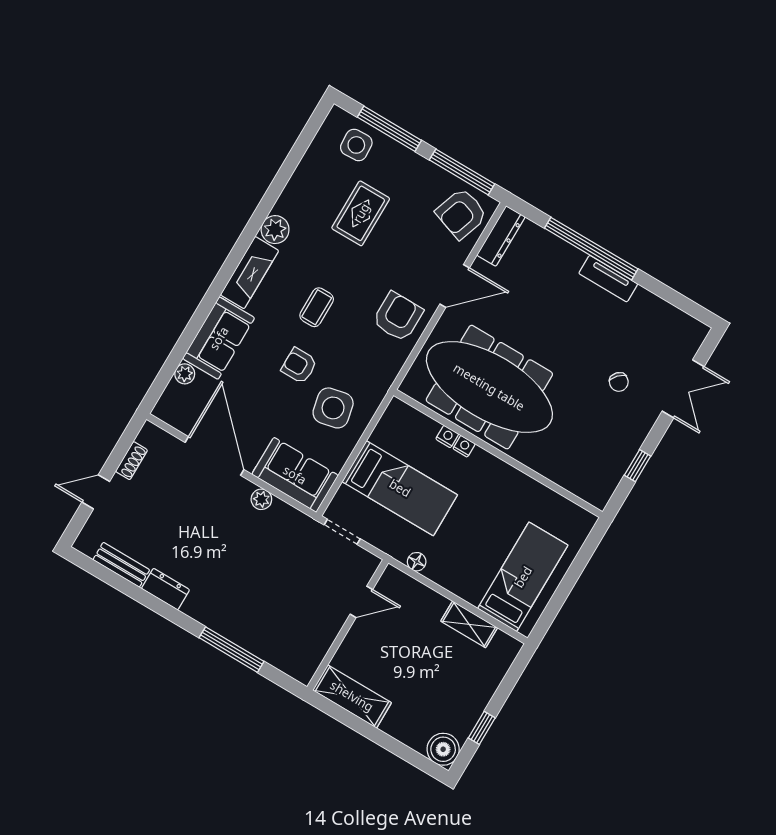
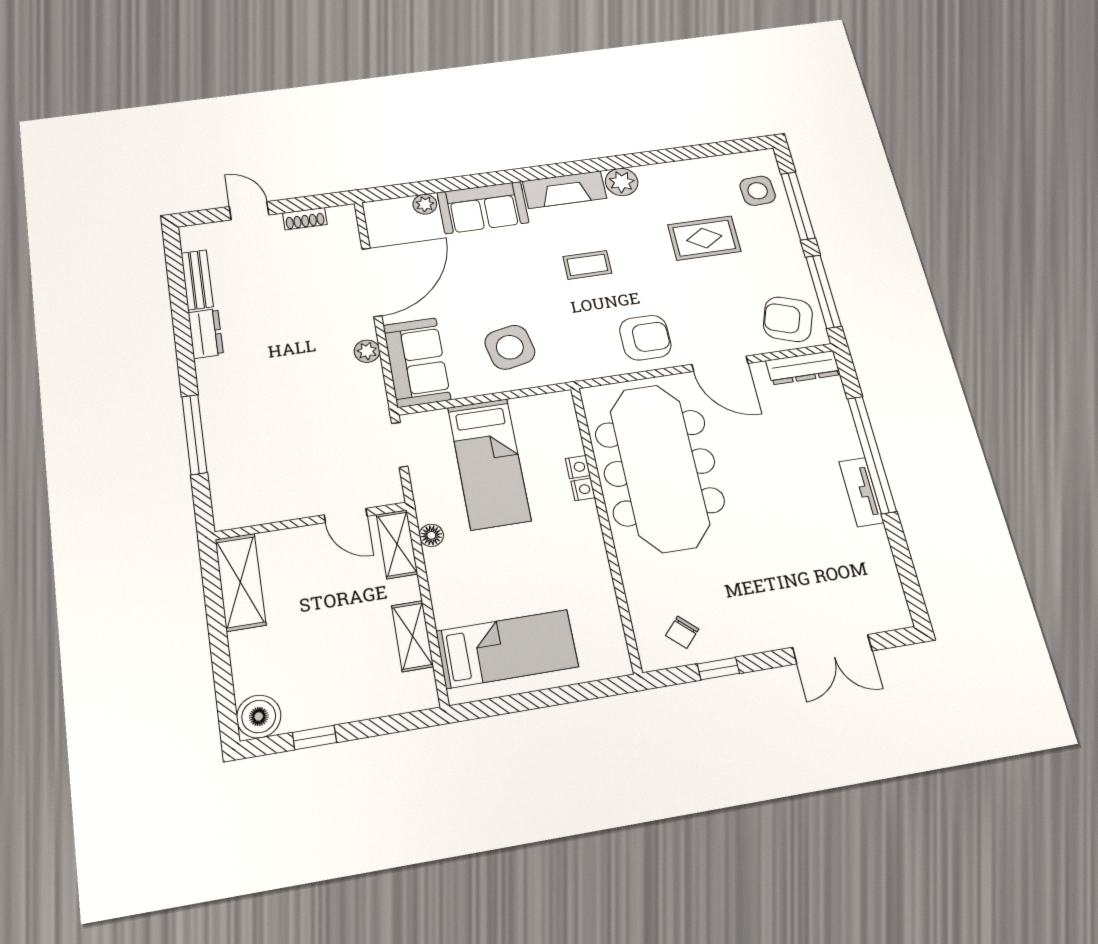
armchair: (299, 366) -> (521, 290), removed
chair: (619, 382) -> (682, 632), moved
shelving: (405, 587) -> (397, 544), added

